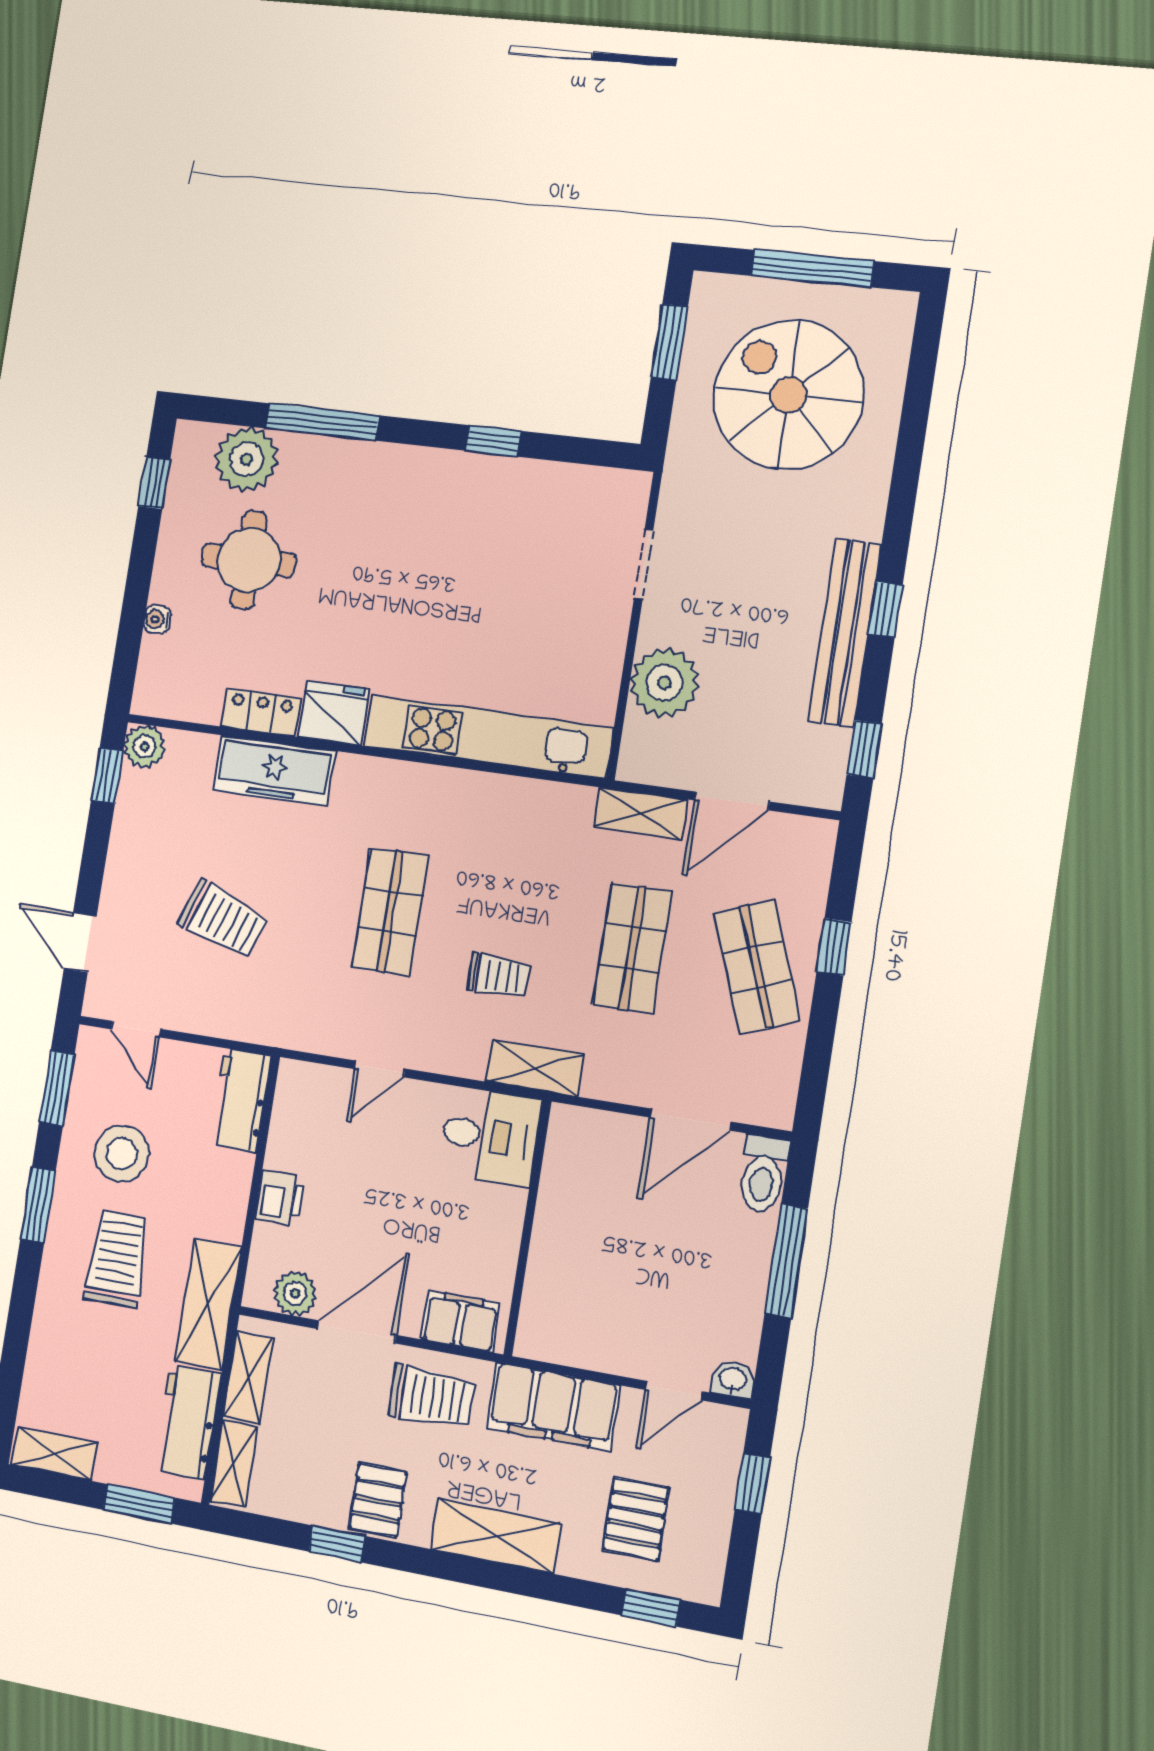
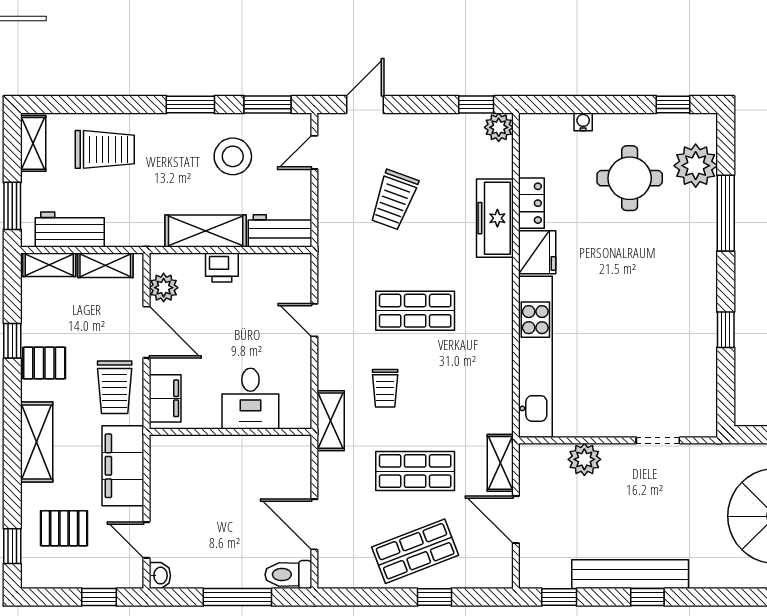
plant: (664, 683) -> (584, 459), width x0.73, depth x0.73
desk: (490, 1136) -> (250, 399), moved
trolley: (117, 1259) -> (105, 149), moved
shelving: (208, 1304) -> (206, 231), moved

